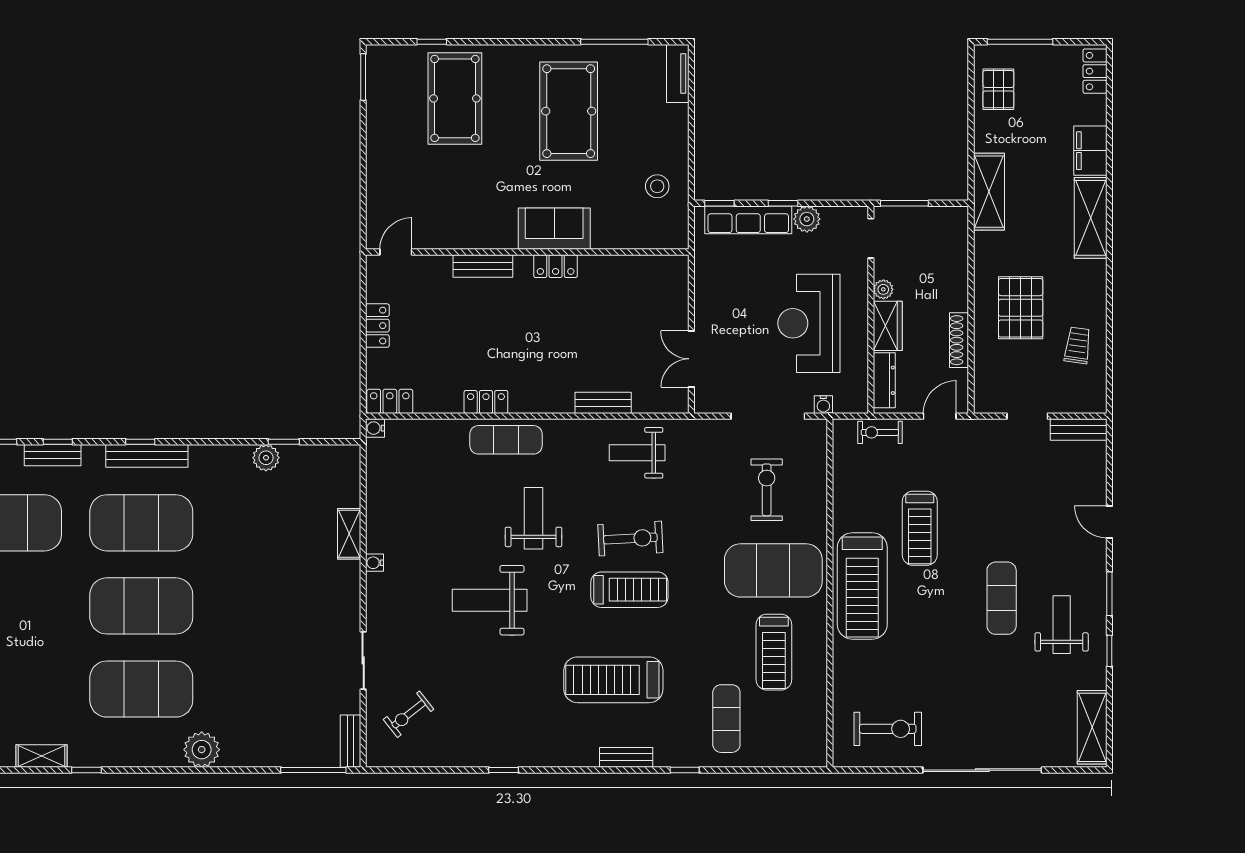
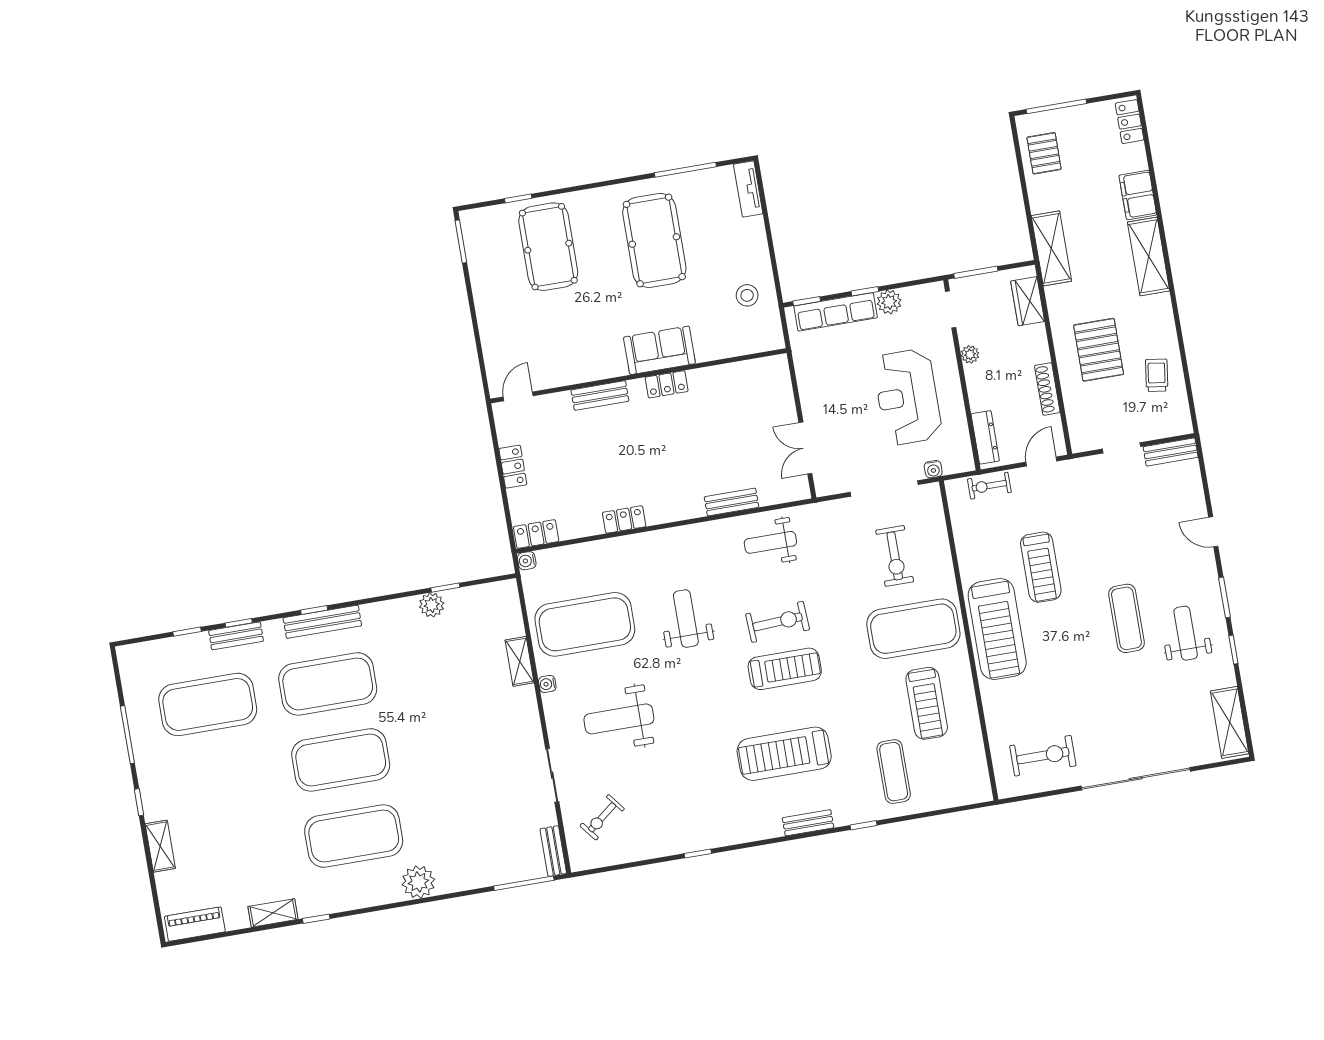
wardrobe: (888, 326) -> (1028, 301), moved, turned 180
exercise mat: (506, 440) -> (585, 624), moved, width x2.00, depth x1.45
exercise bike: (767, 490) -> (895, 556), turned 180
weight bench: (490, 600) -> (619, 719), moved

